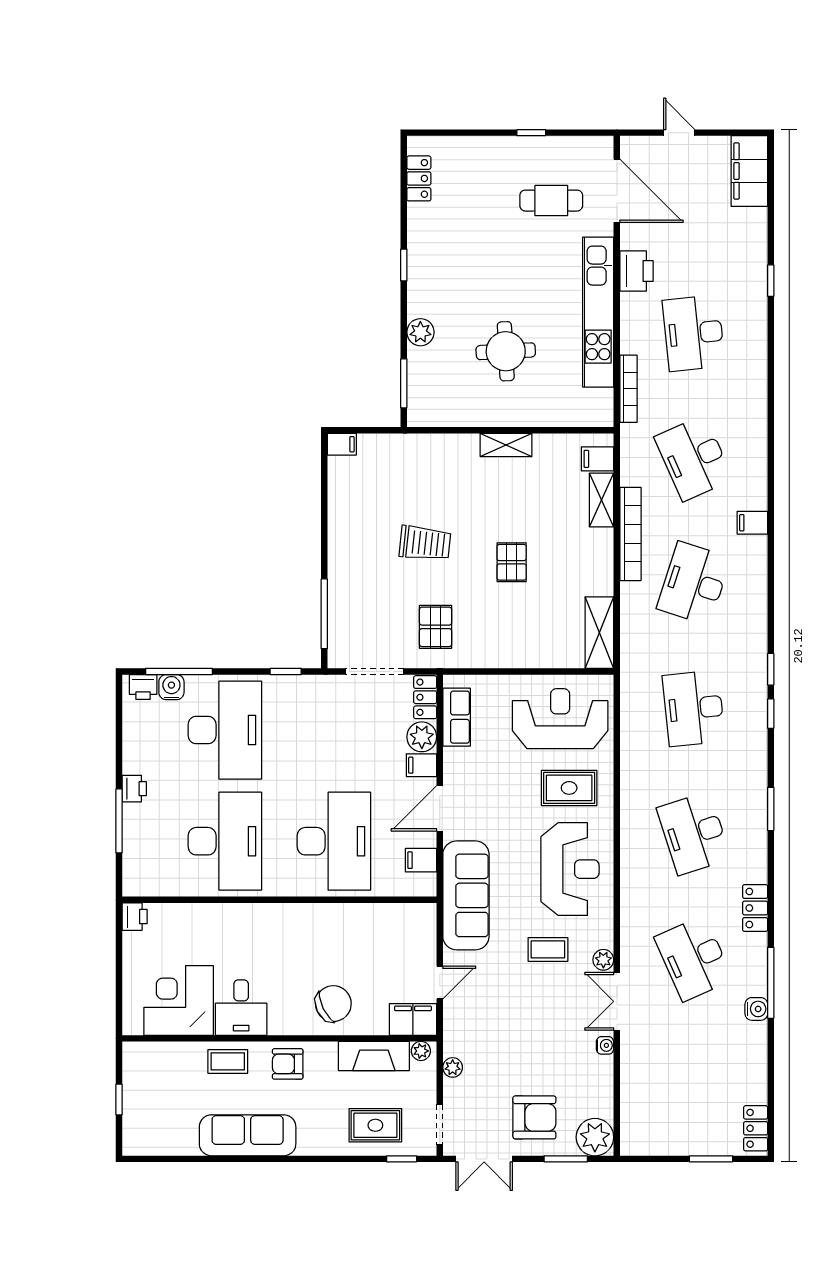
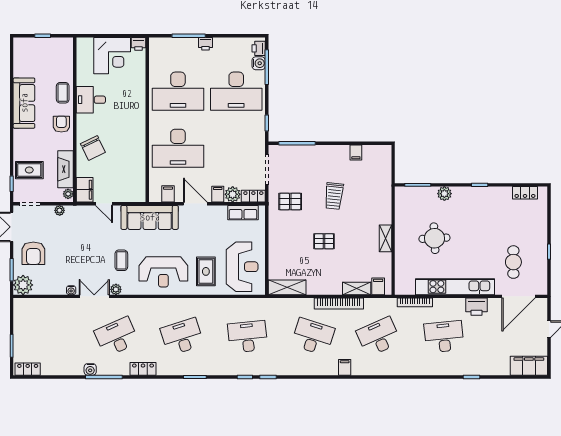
filing cabinet: (342, 444) -> (356, 152), moved
corner desk: (179, 1000) -> (112, 56), moved, turned 90
rug: (375, 1125) -> (29, 170), turned 90

